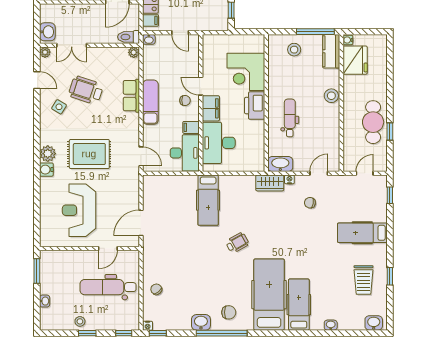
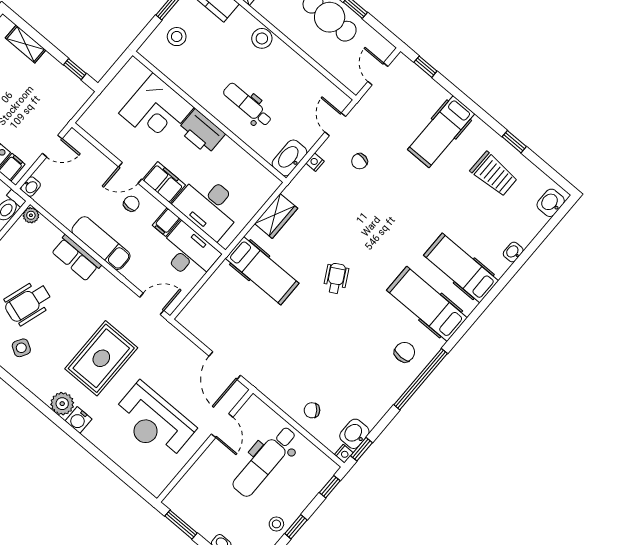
wardrobe: (270, 183) -> (276, 216), moved
hospital bed: (269, 295) -> (427, 304), width x0.73, depth x0.78
washbasin: (201, 322) -> (354, 434), moved

